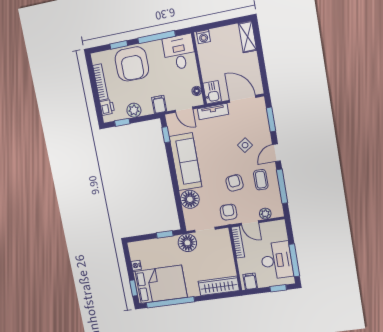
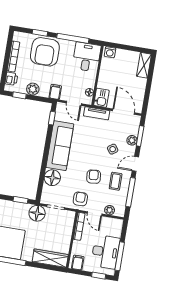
plant: (263, 128) -> (132, 140), added

